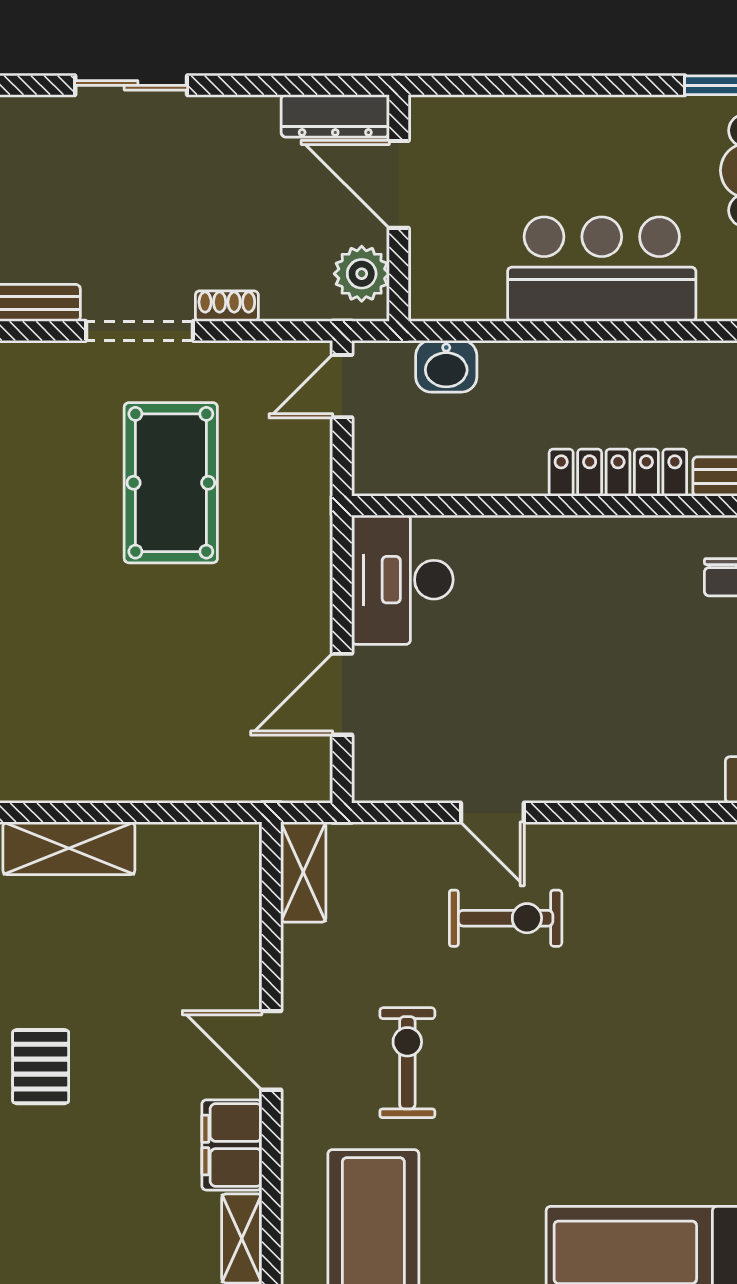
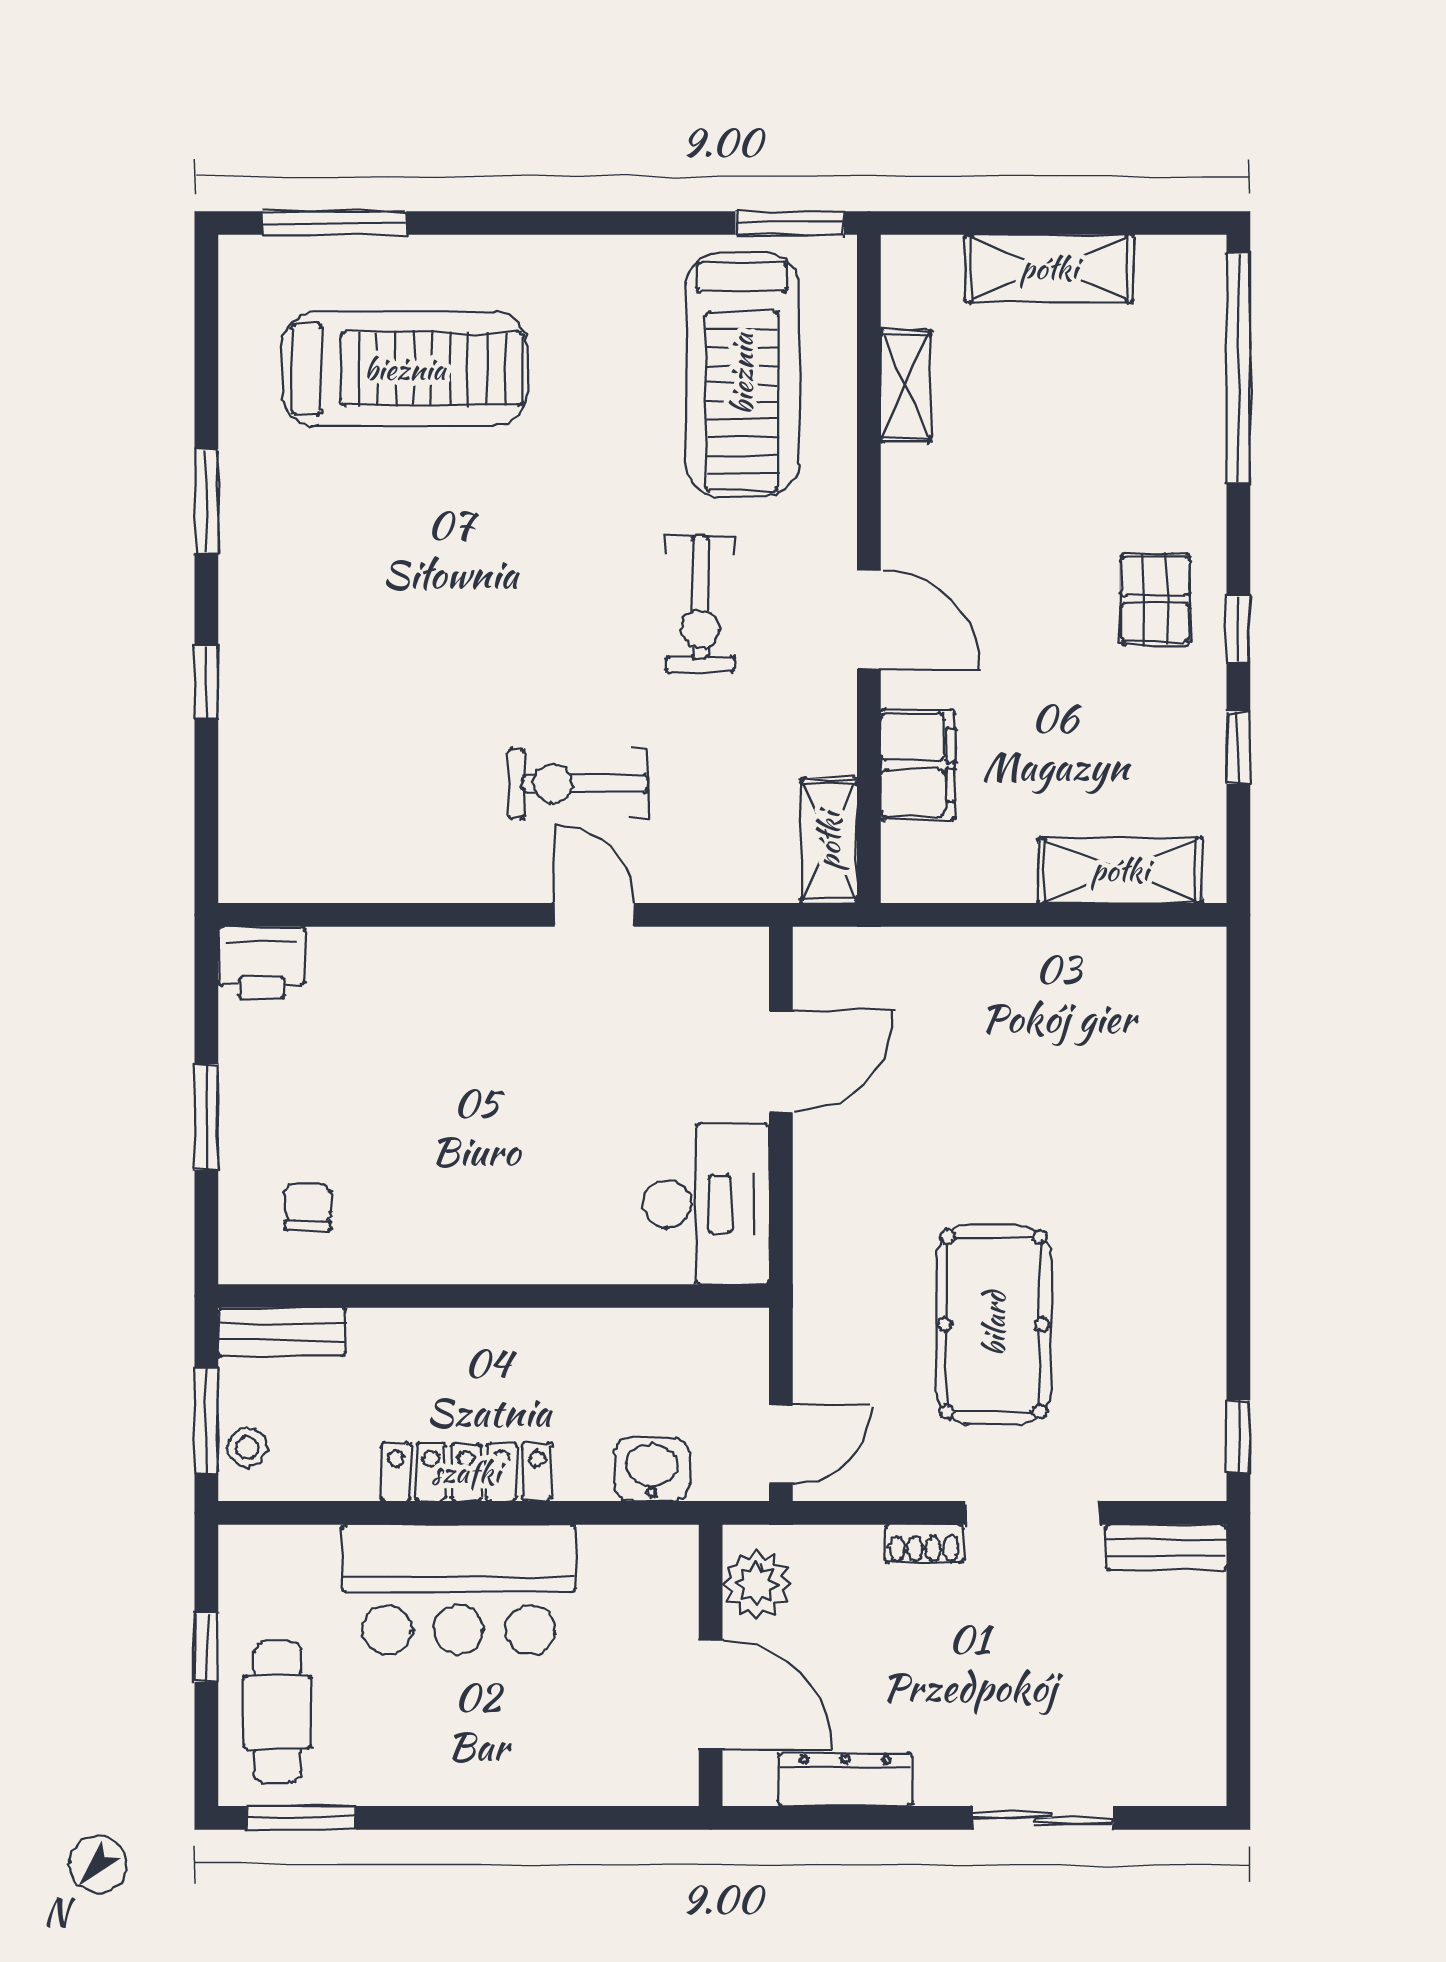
dresser: (335, 116) -> (845, 1780), moved
locker: (618, 473) -> (466, 1472), moved, turned 180
filing cabinet: (232, 1145) -> (918, 765), moved

